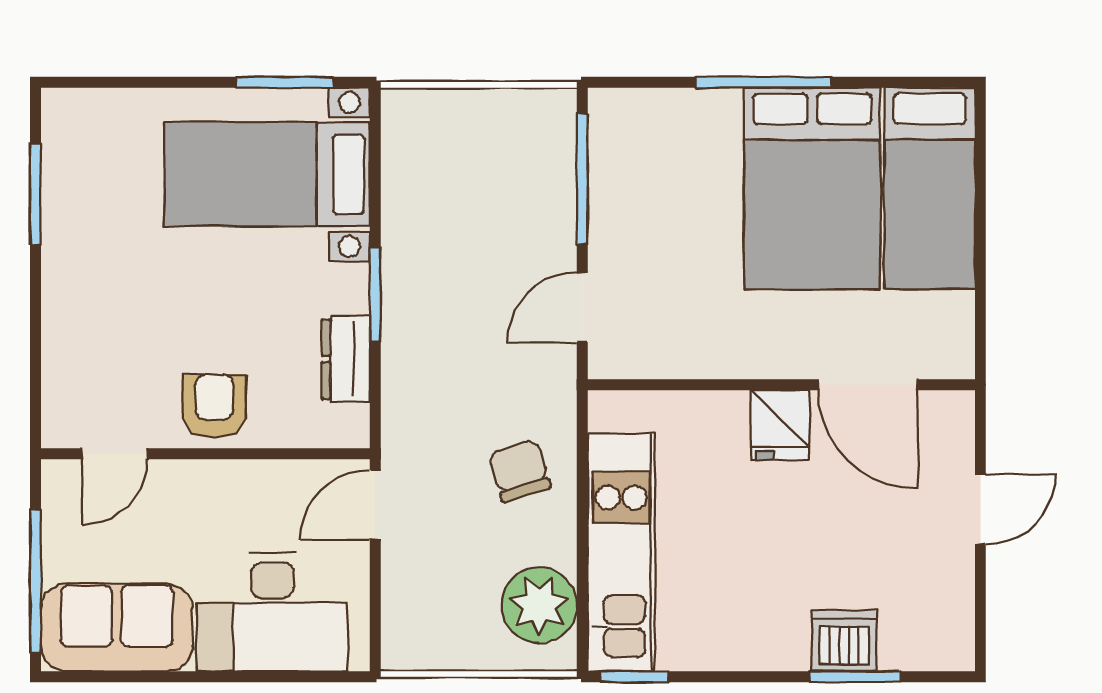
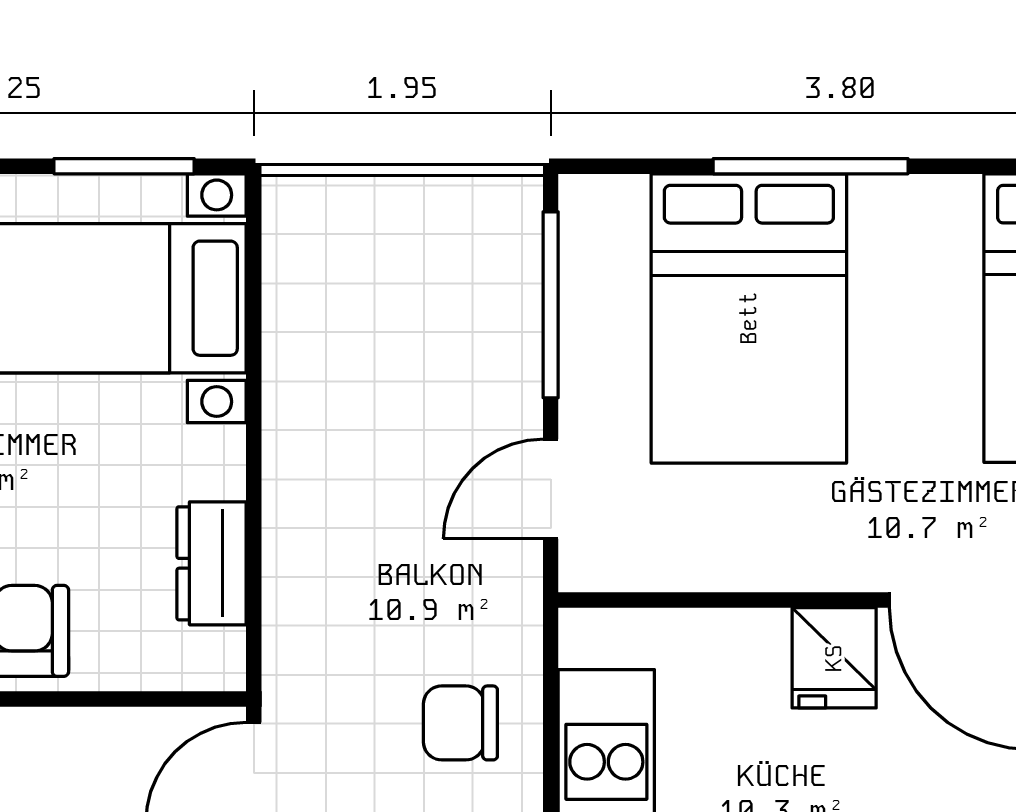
bed: (812, 188) -> (749, 318), moved
window: (375, 294) -> (254, 470), removed
chair: (519, 470) -> (460, 723), turned -73

